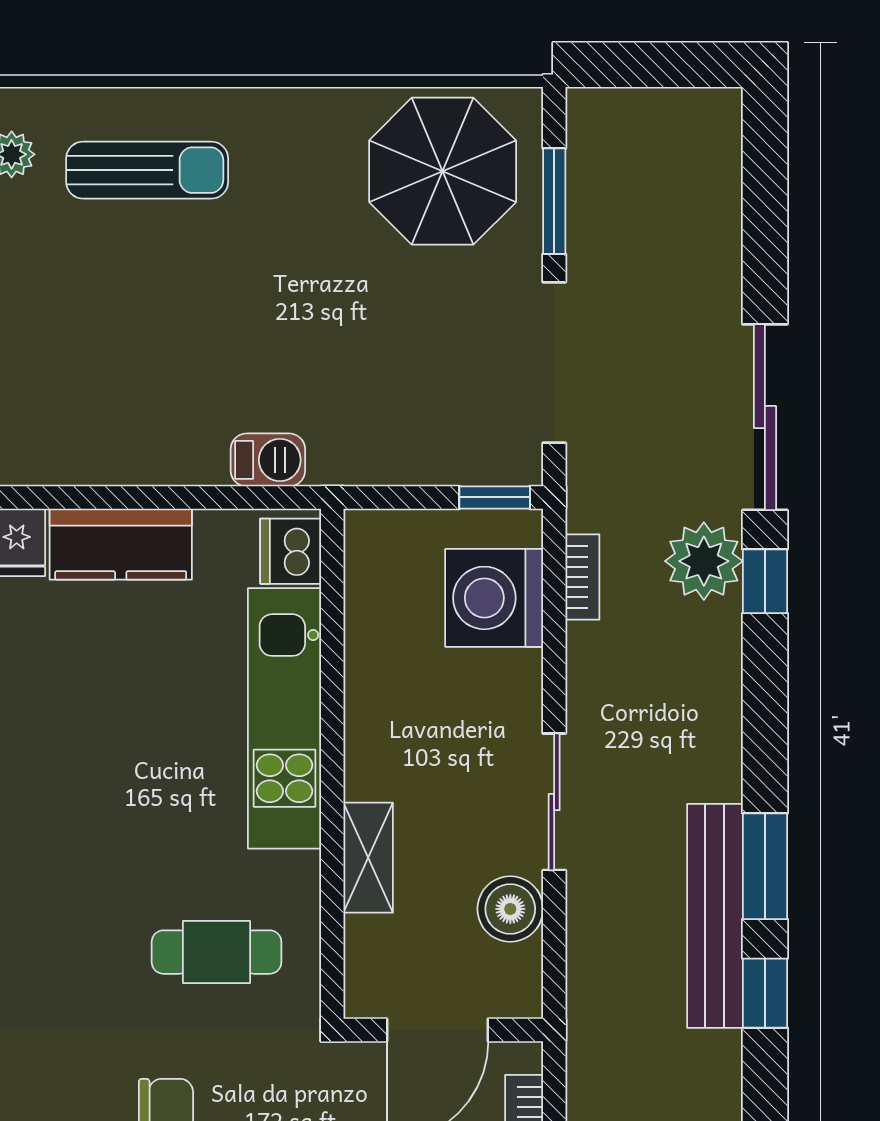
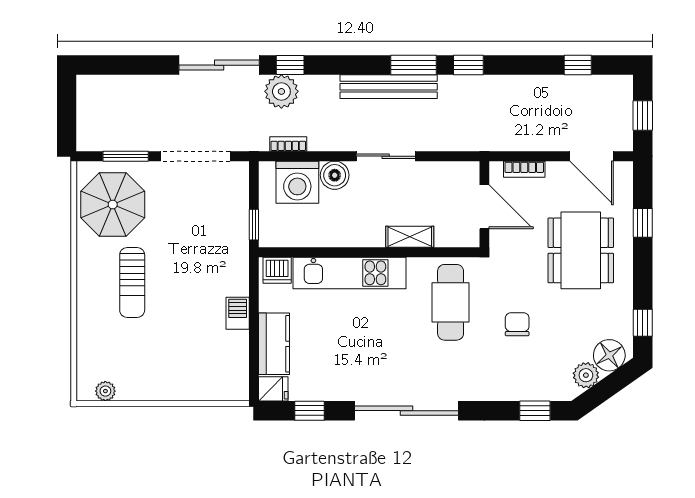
sun lounger: (147, 170) -> (132, 282), moved, turned 180
barbecue: (268, 460) -> (238, 313), moved
window: (495, 497) -> (254, 225), moved
boiler: (510, 909) -> (335, 175), moved
bench: (715, 916) -> (389, 87), moved
cafe table: (217, 952) -> (451, 302), width x1.37, depth x1.35

